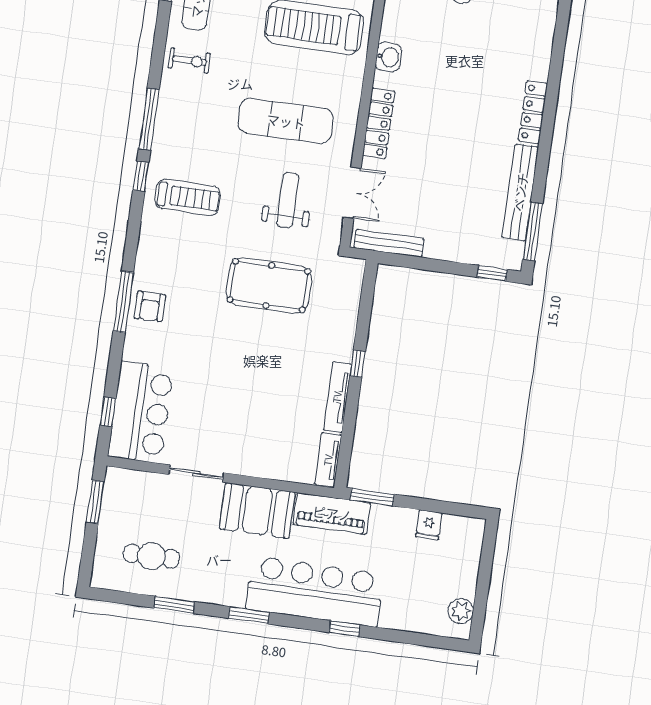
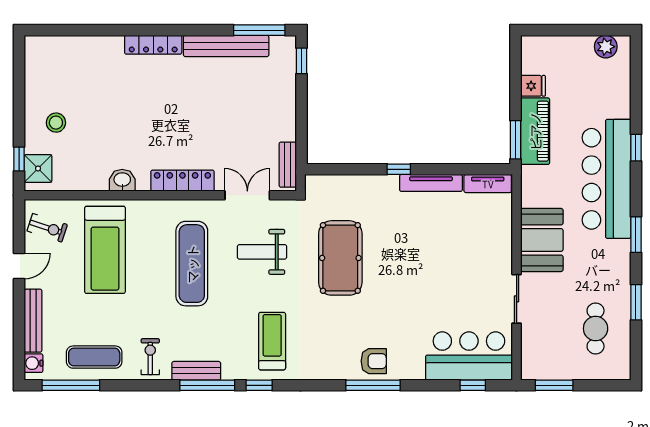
bench: (167, 109) -> (196, 371), added
bench: (389, 243) -> (288, 165), width x0.73
piano: (332, 513) -> (535, 131), moved

